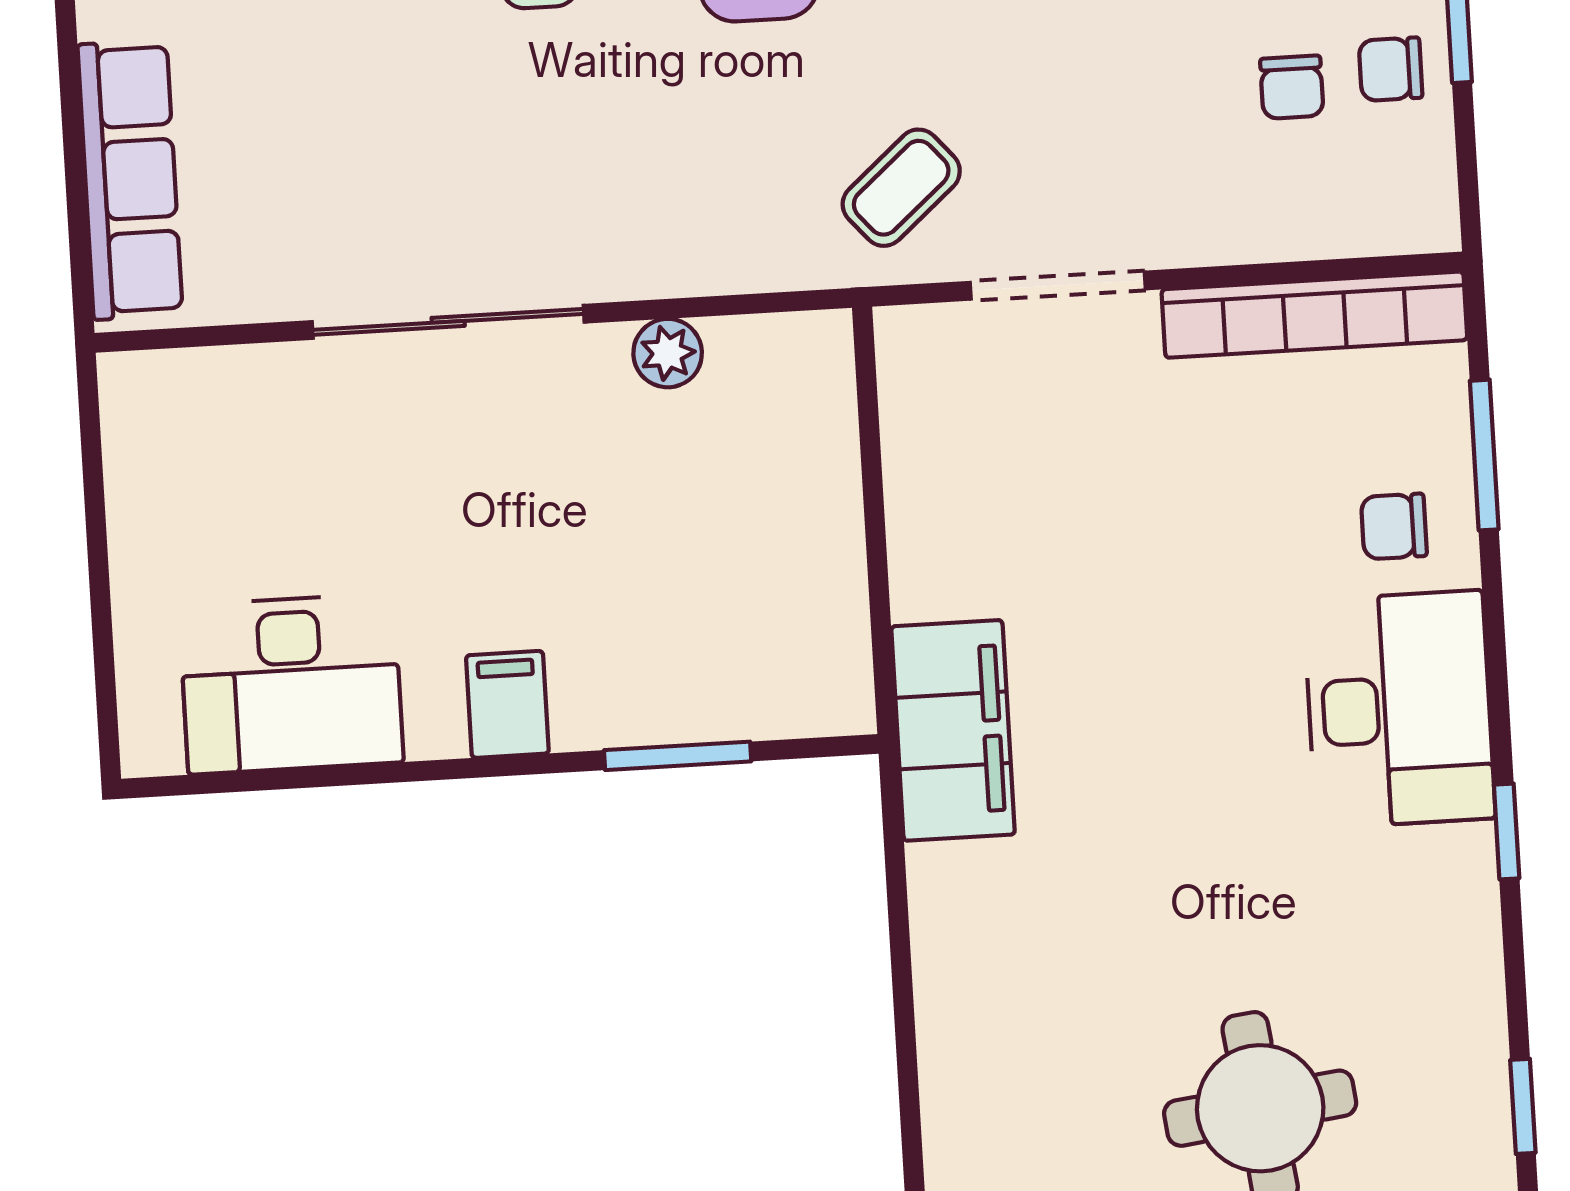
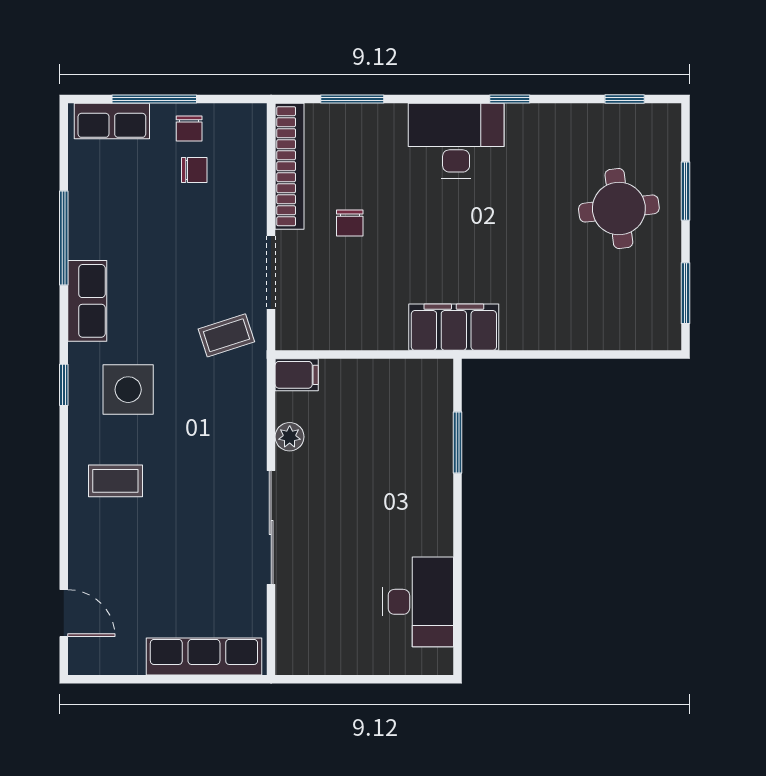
coffee table: (901, 188) -> (226, 335), turned -67
chair: (1394, 526) -> (350, 223), moved
filing cabinet: (507, 704) -> (297, 375), moved, turned 180

